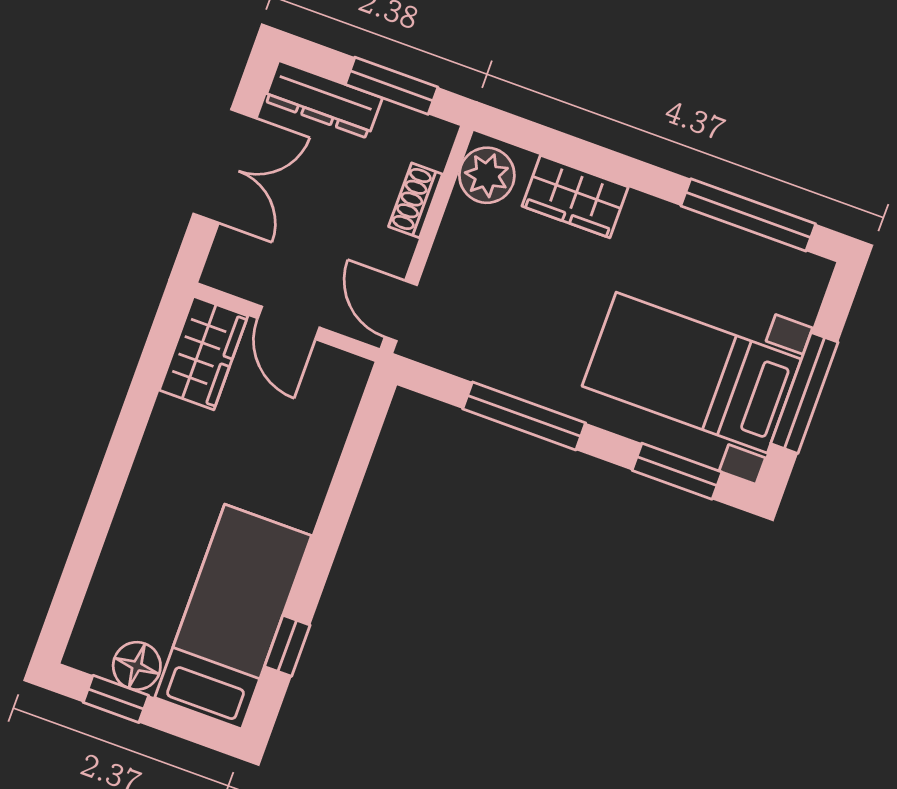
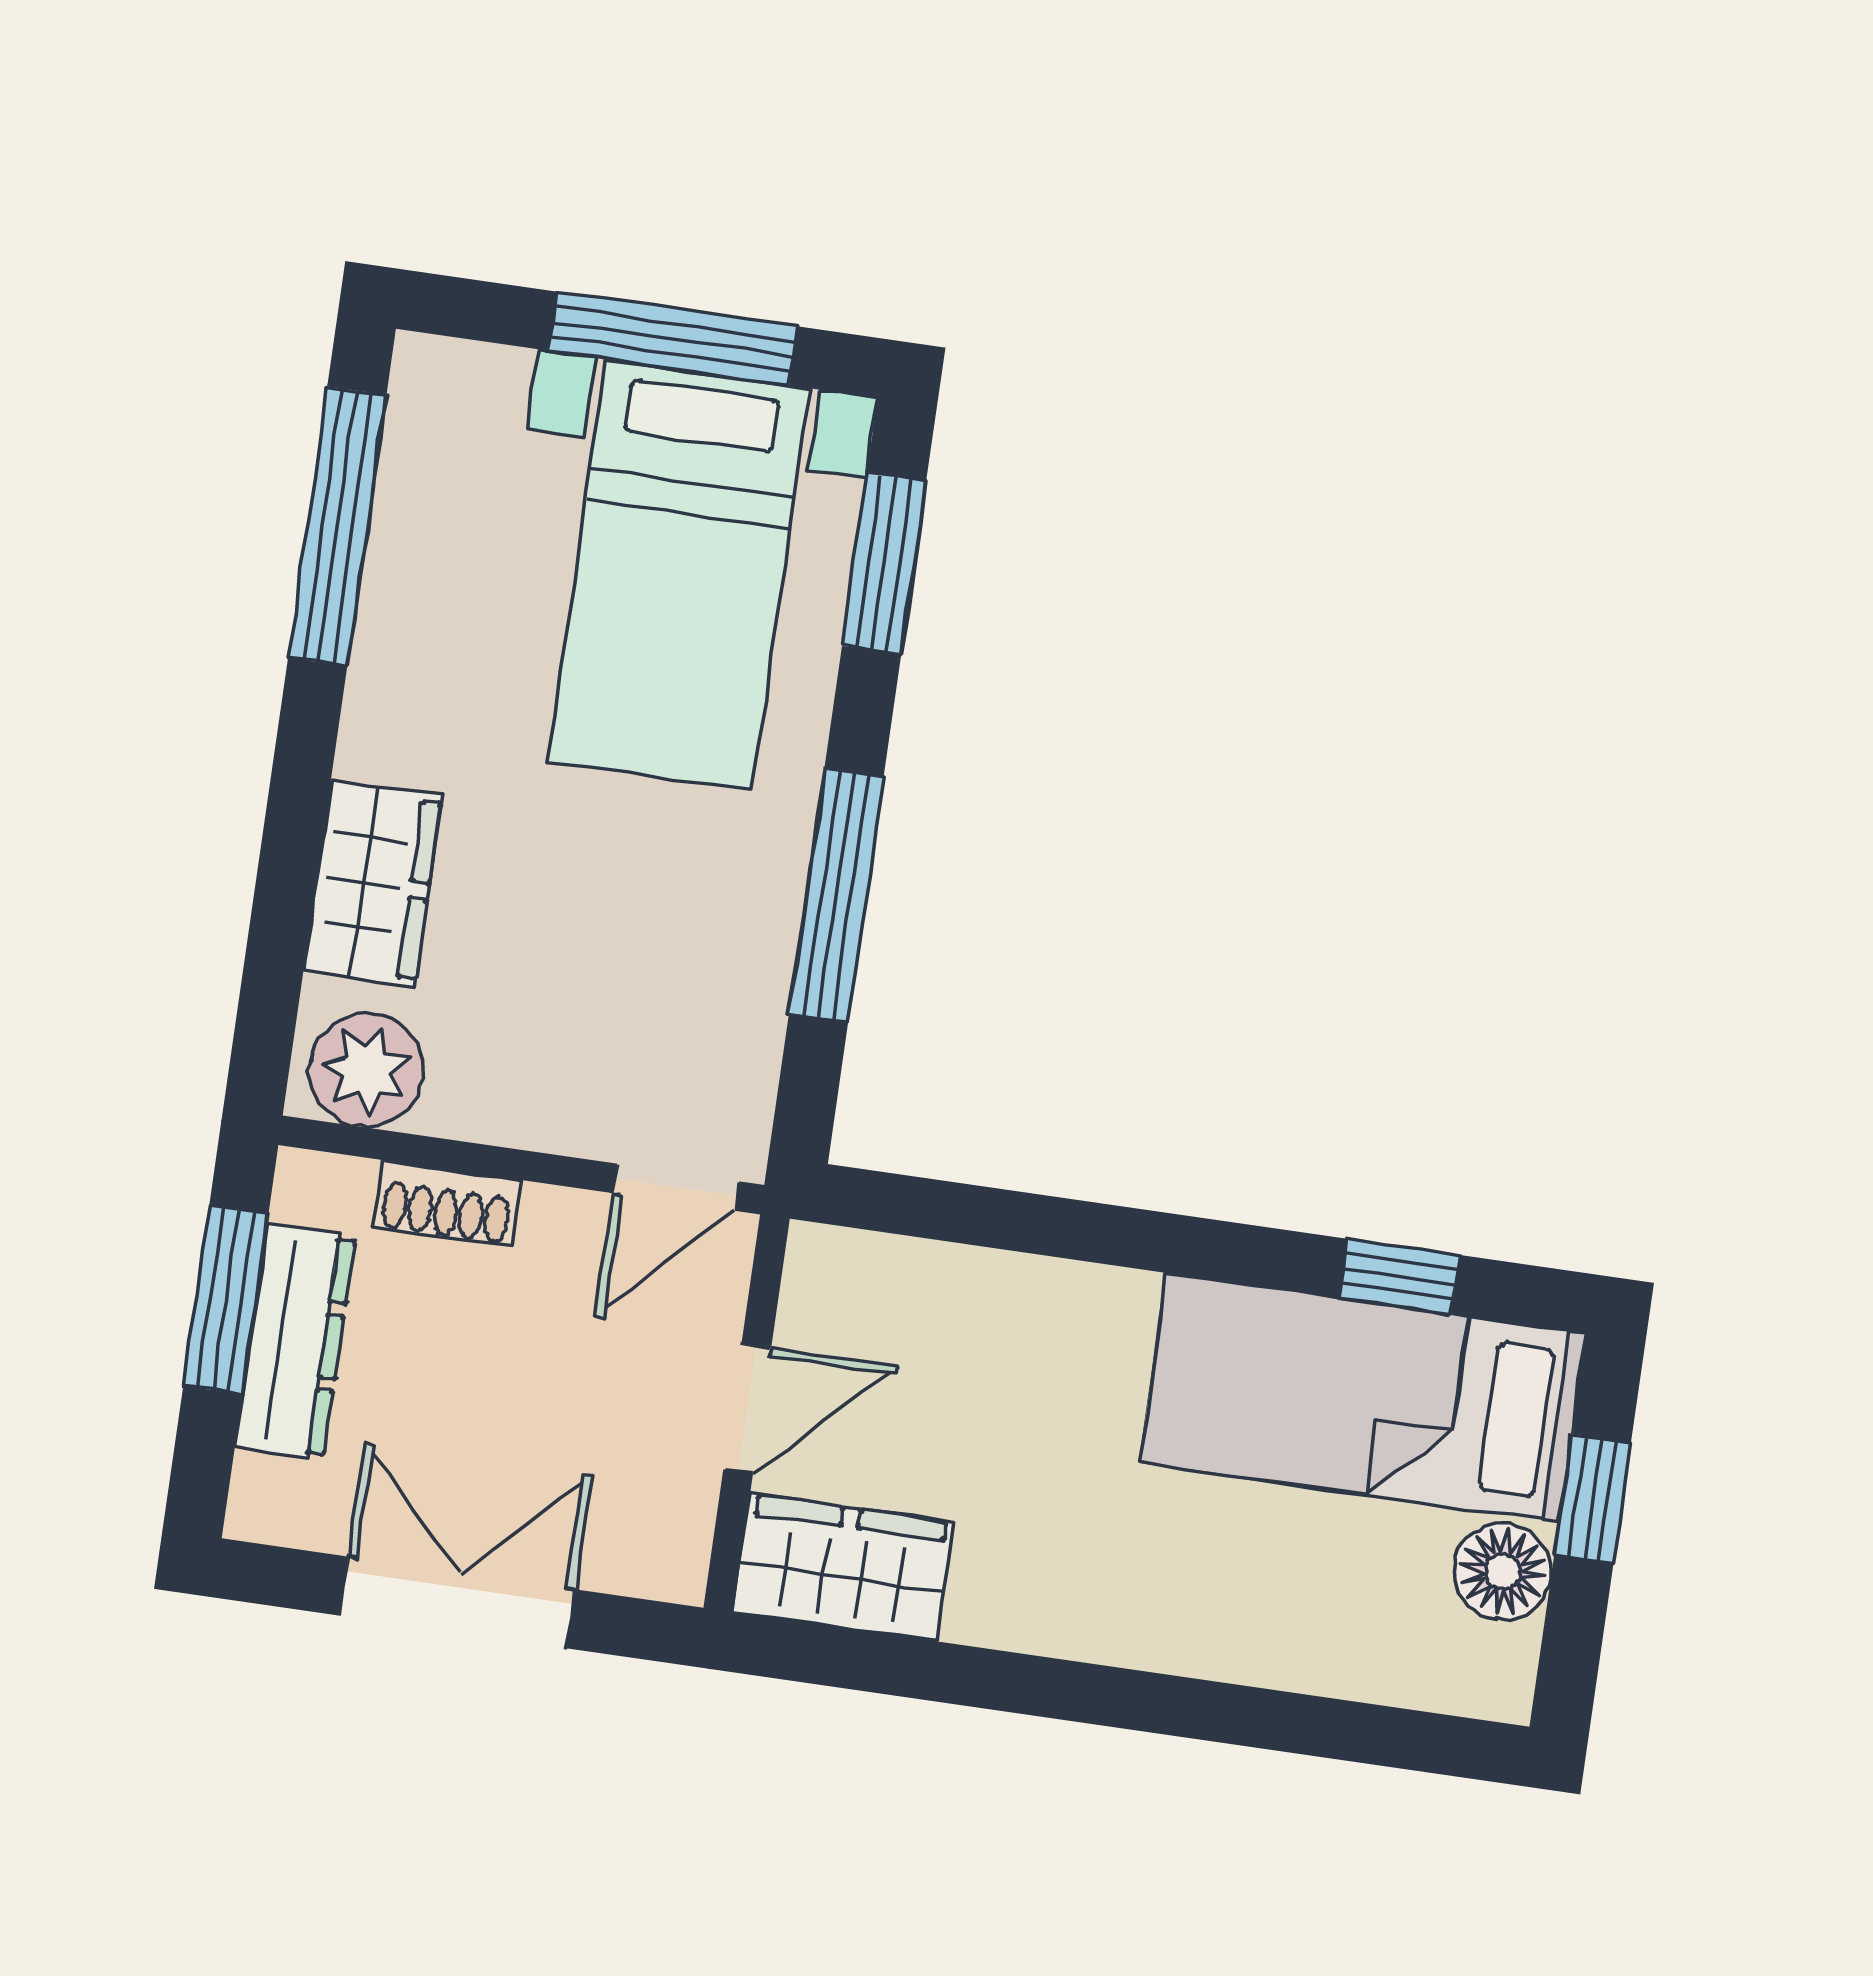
dresser: (323, 99) -> (295, 1342), moved
window: (116, 699) -> (1593, 1498), moved

